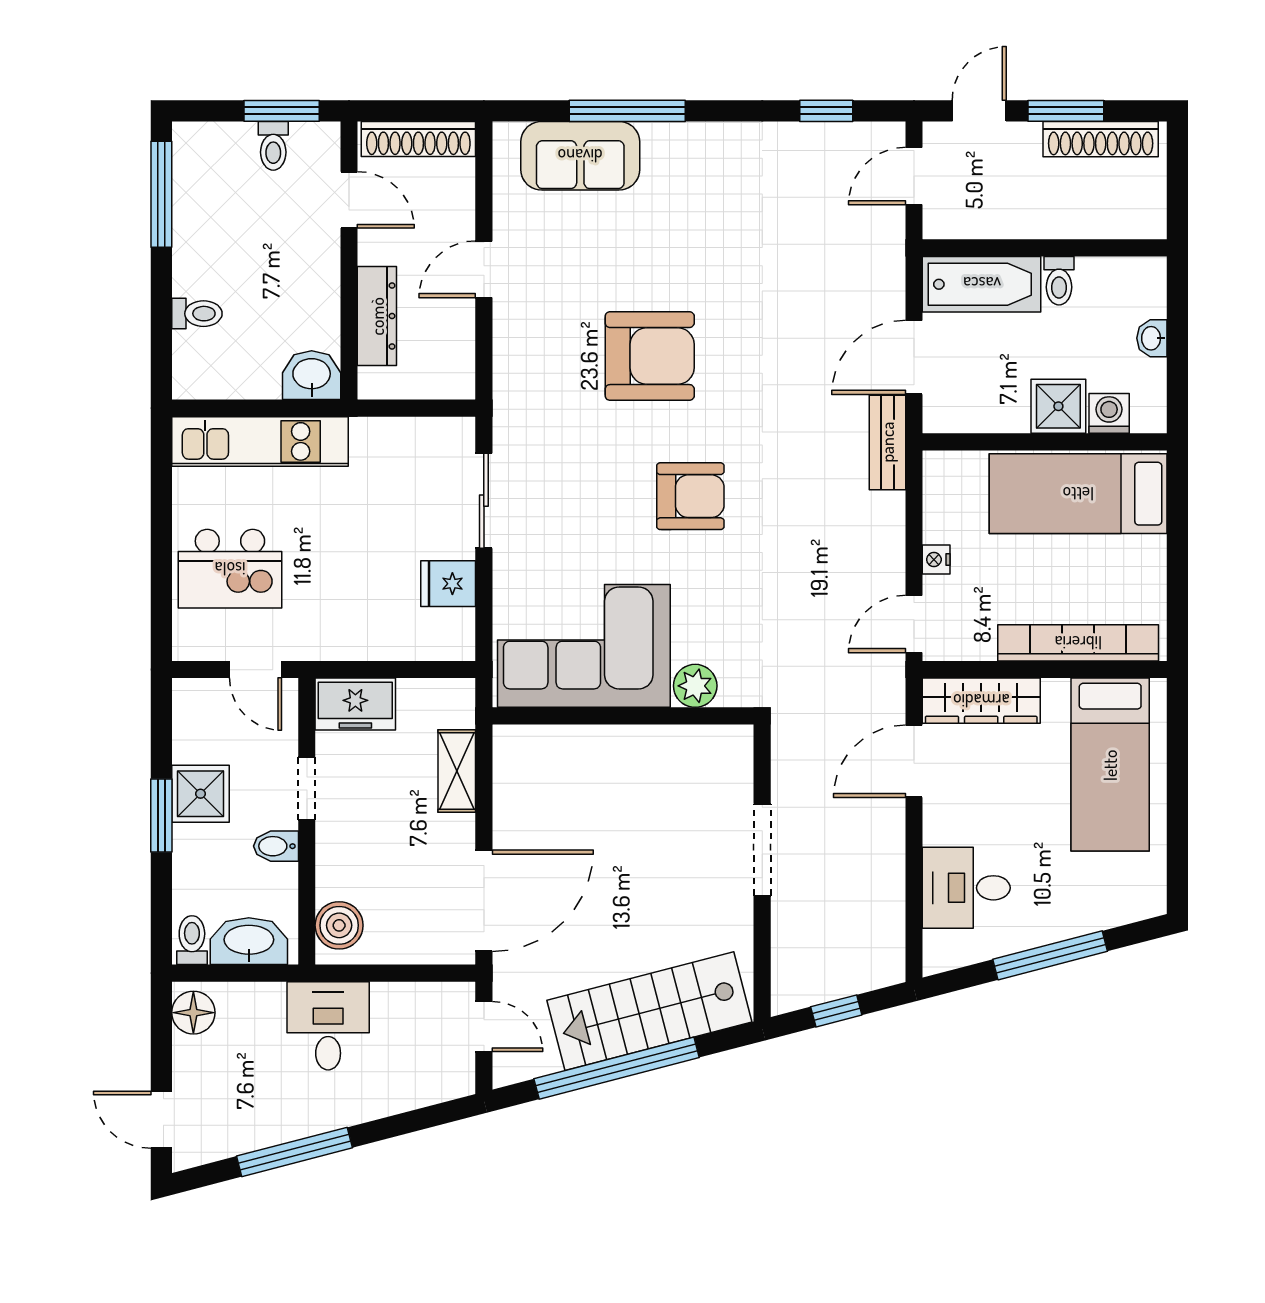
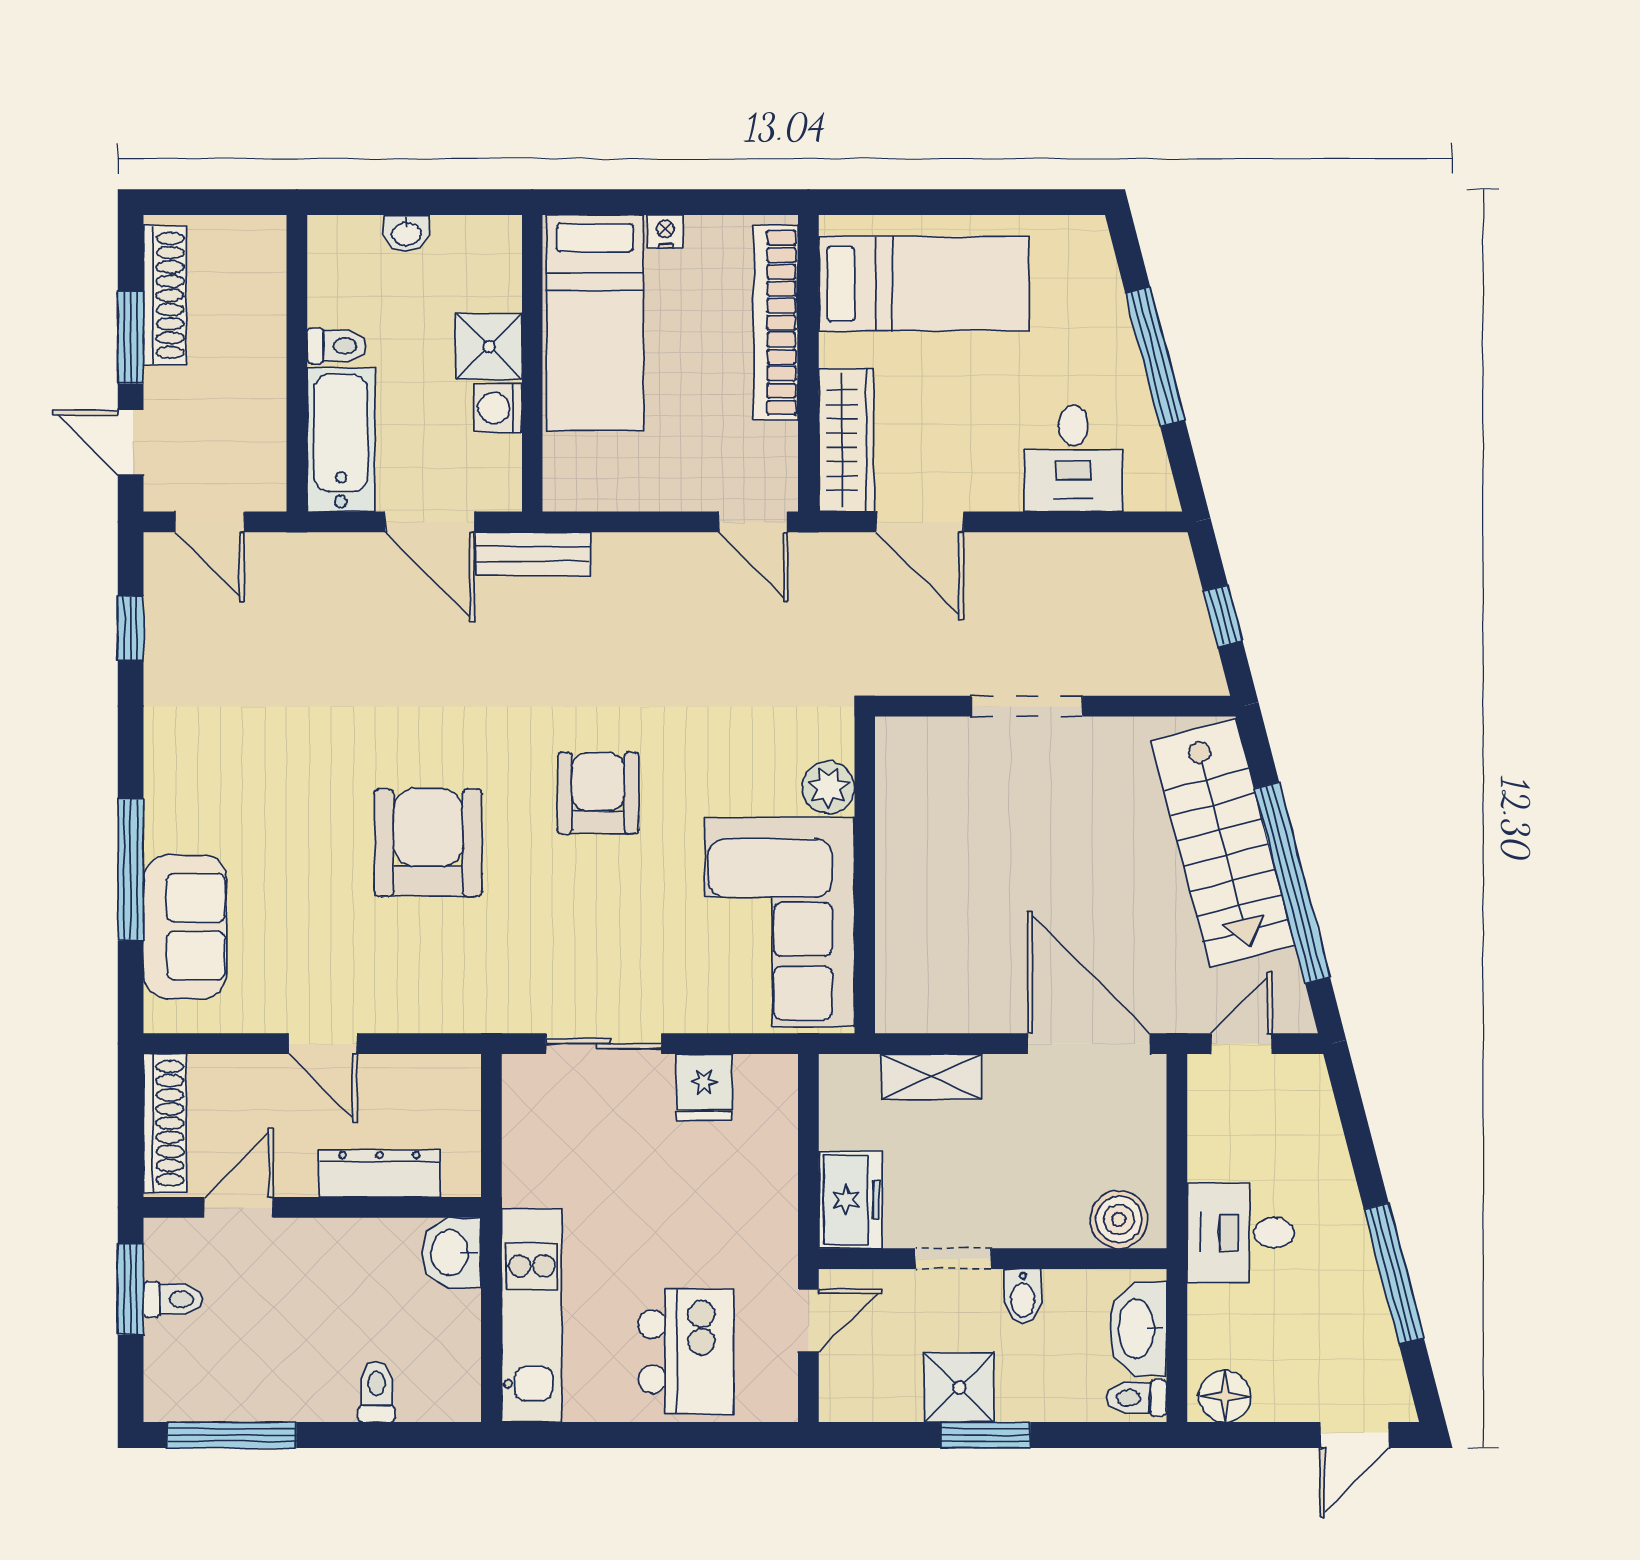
washing machine: (1109, 413) -> (498, 408), moved
nightstand: (936, 560) -> (665, 232), moved, turned 180

